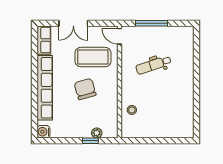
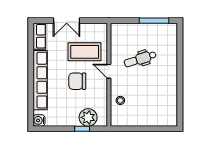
window: (151, 23) -> (154, 21), moved
door: (119, 36) -> (109, 71), moved
chair: (85, 89) -> (77, 81), turned -74
plant: (97, 133) -> (88, 117), width x1.87, depth x1.87

